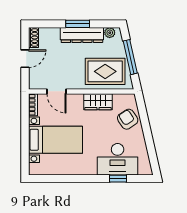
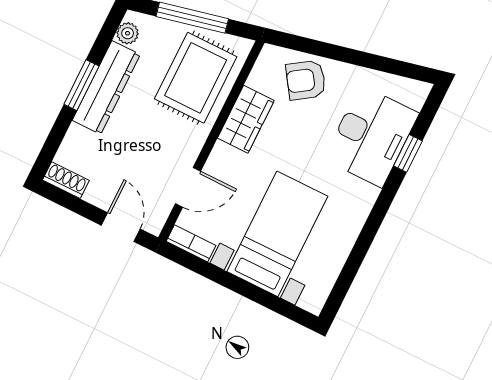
door: (25, 59) -> (121, 227), moved

